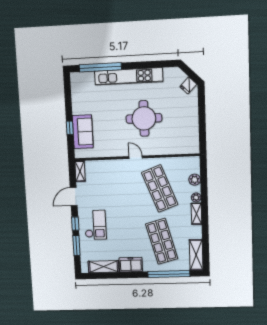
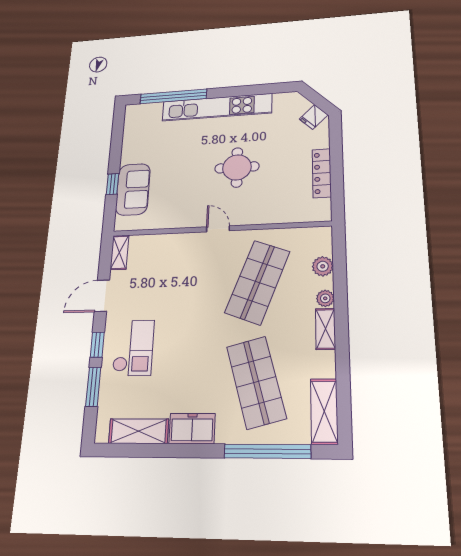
round table: (144, 118) -> (237, 167), width x0.73, depth x0.73
locker: (194, 123) -> (322, 173), added
shop shelf: (160, 189) -> (257, 282), turned 42

